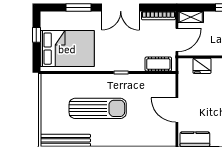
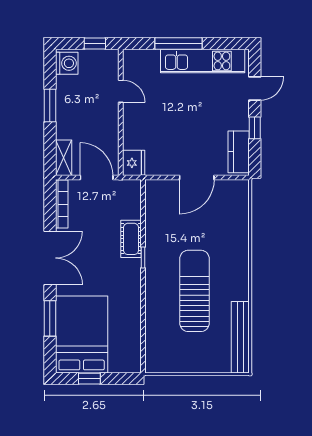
bed: (67, 49) -> (82, 335), moved
cot: (158, 64) -> (131, 239), moved
fridge: (202, 66) -> (134, 163), moved

